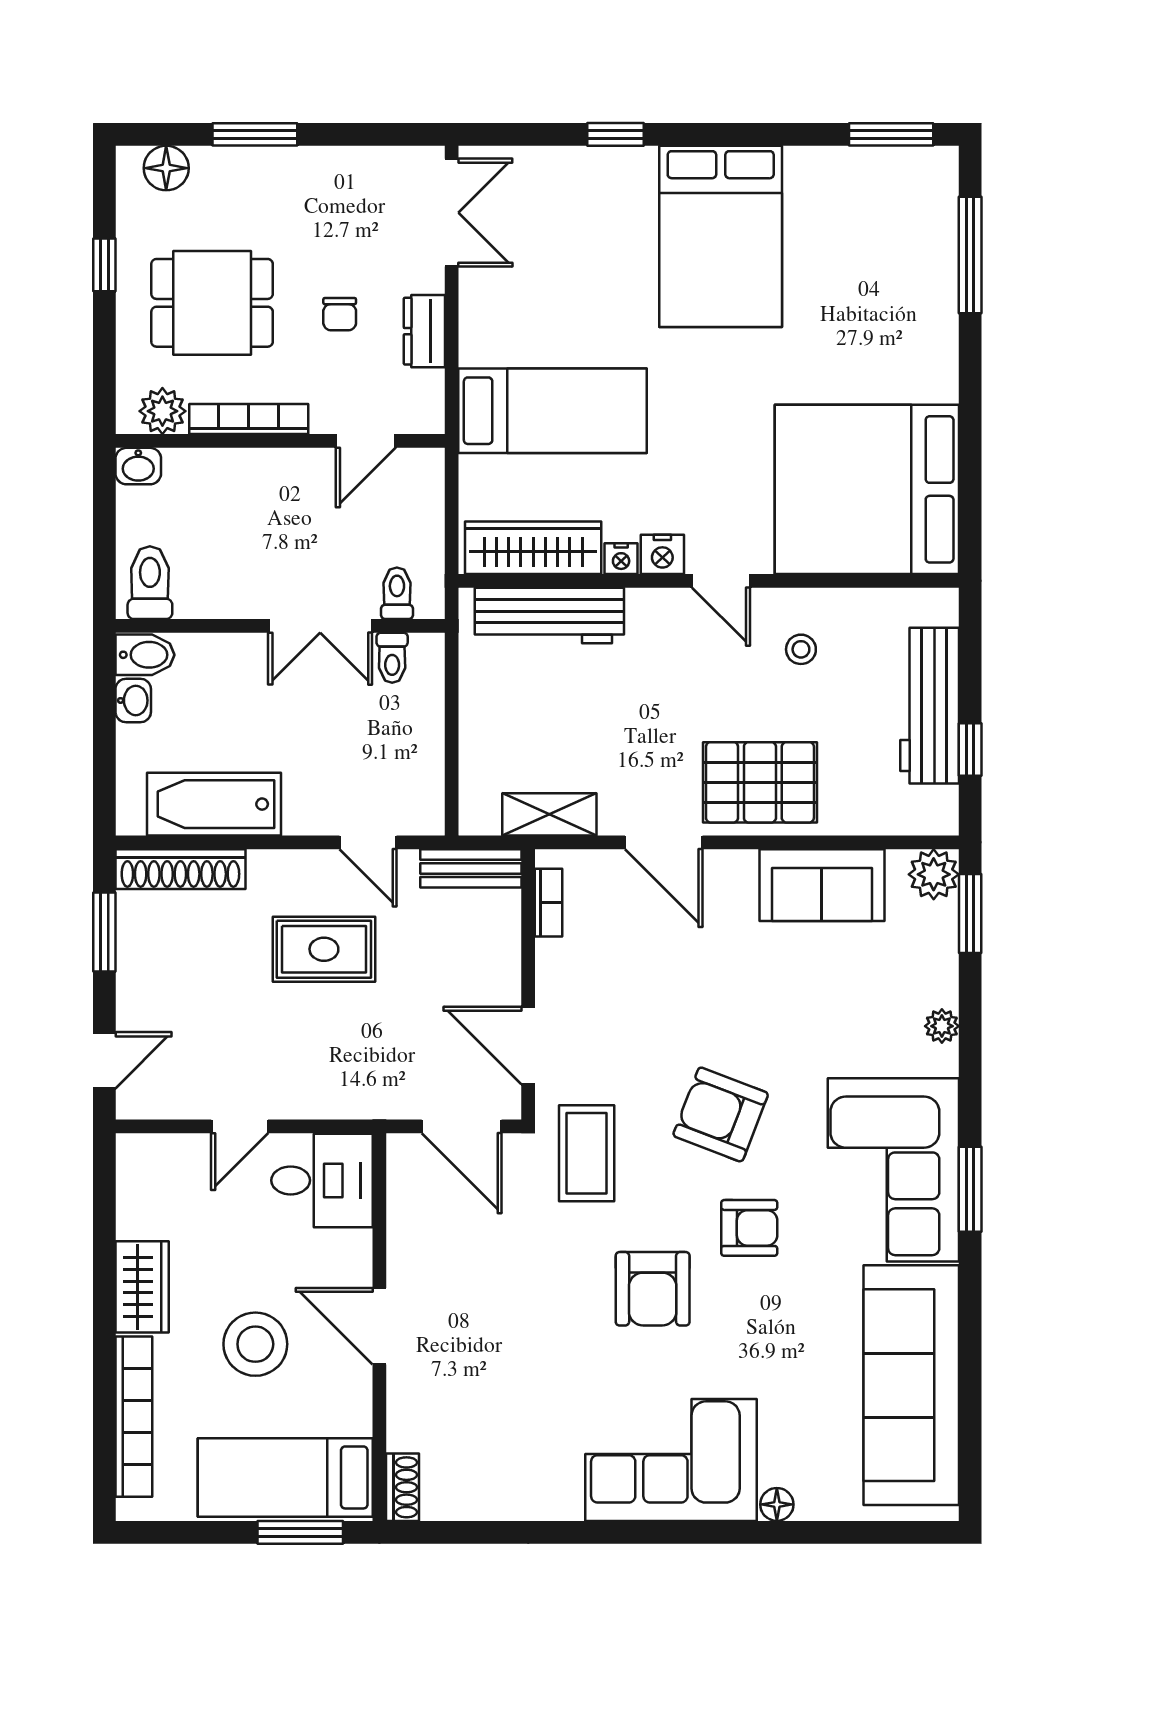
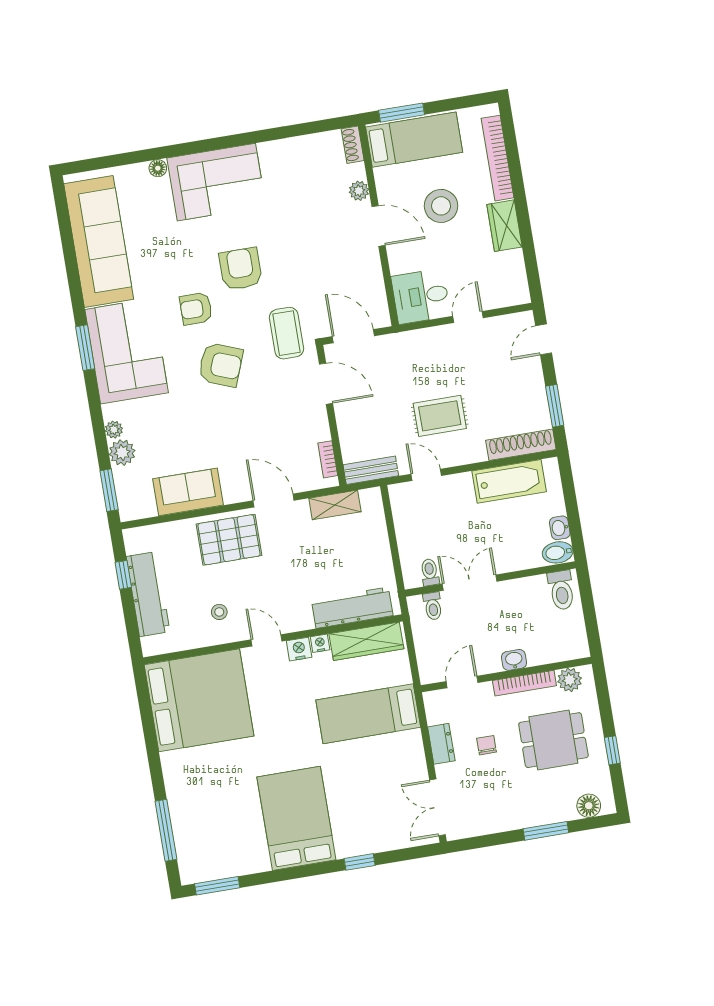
washbasin: (138, 466) -> (514, 660), moved
plant: (934, 874) -> (122, 453), moved
plant: (405, 1399) -> (359, 191), added

